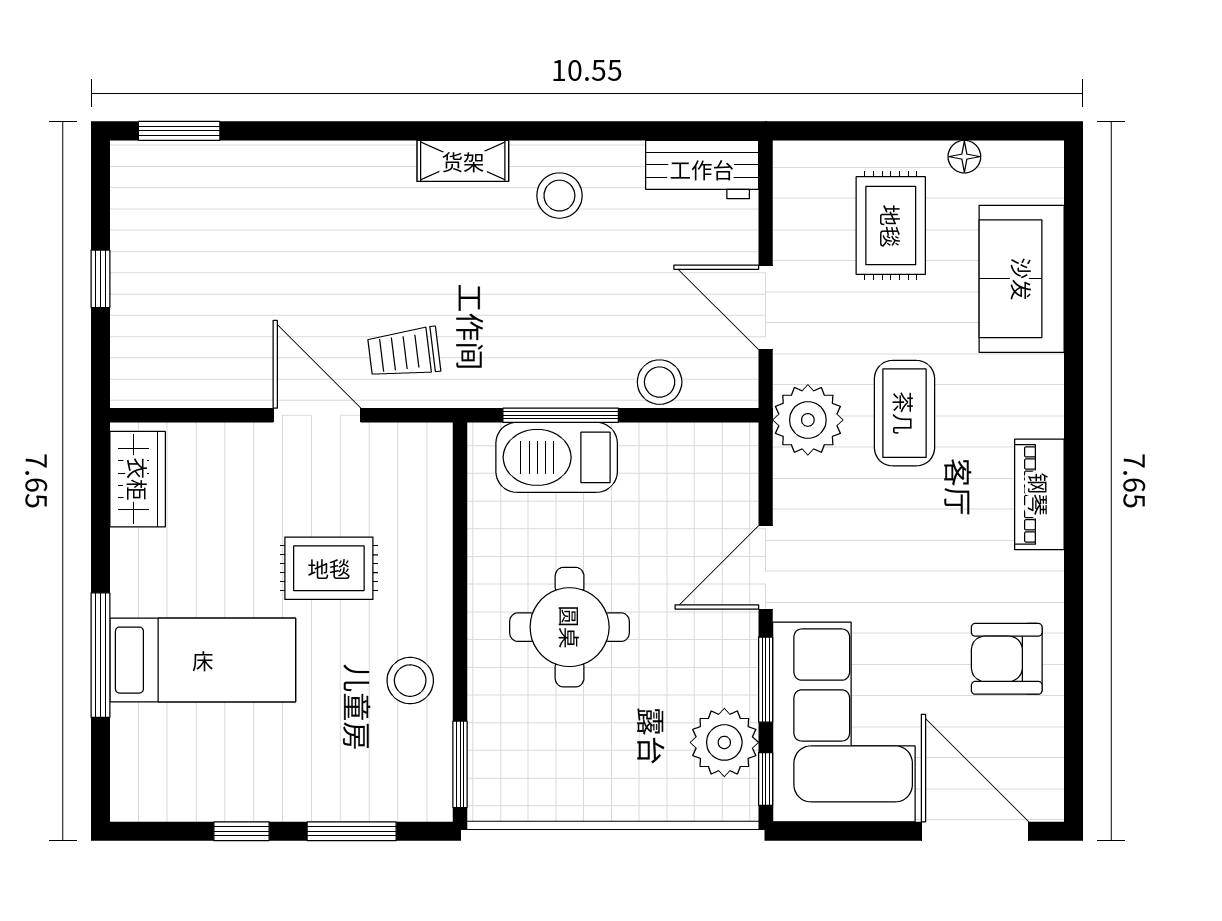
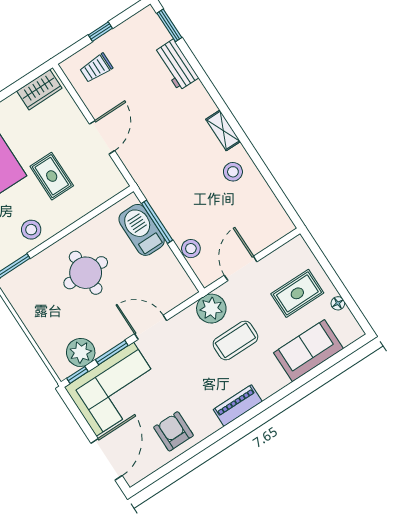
workbench: (702, 169) -> (176, 65), moved
trolley: (404, 353) -> (96, 68), moved, turned -83

